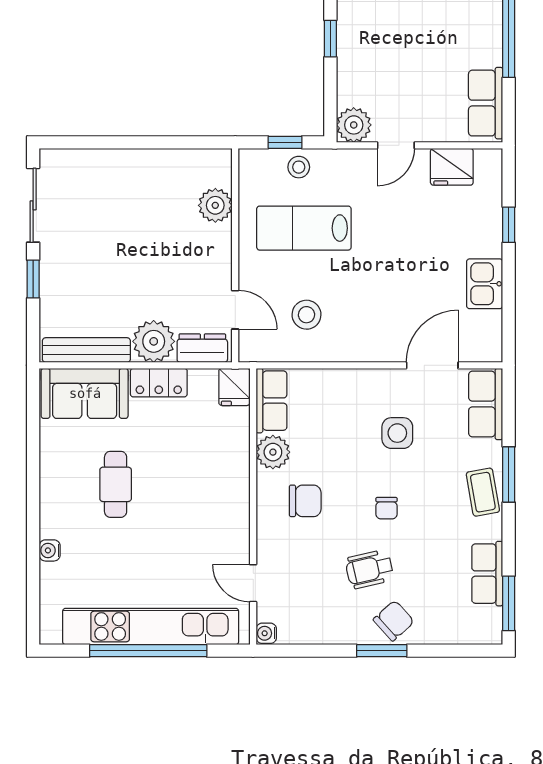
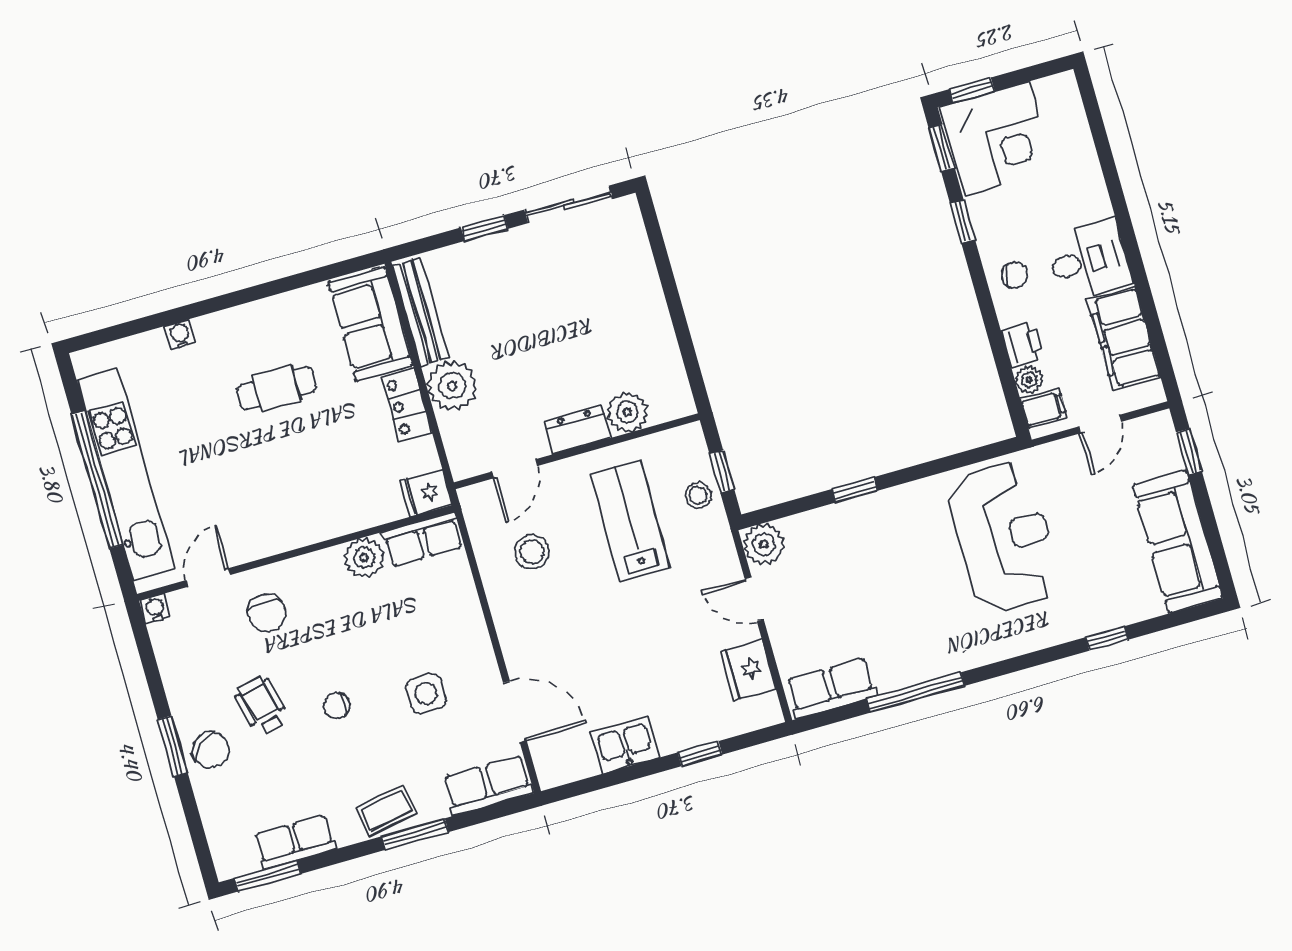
dresser: (202, 348) -> (577, 430), moved, turned -90
chair: (305, 501) -> (267, 613), moved

